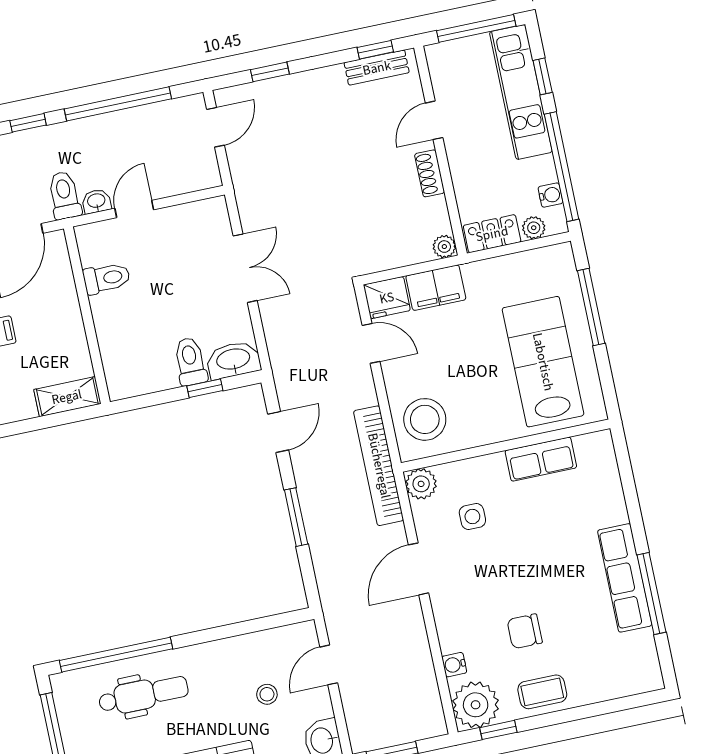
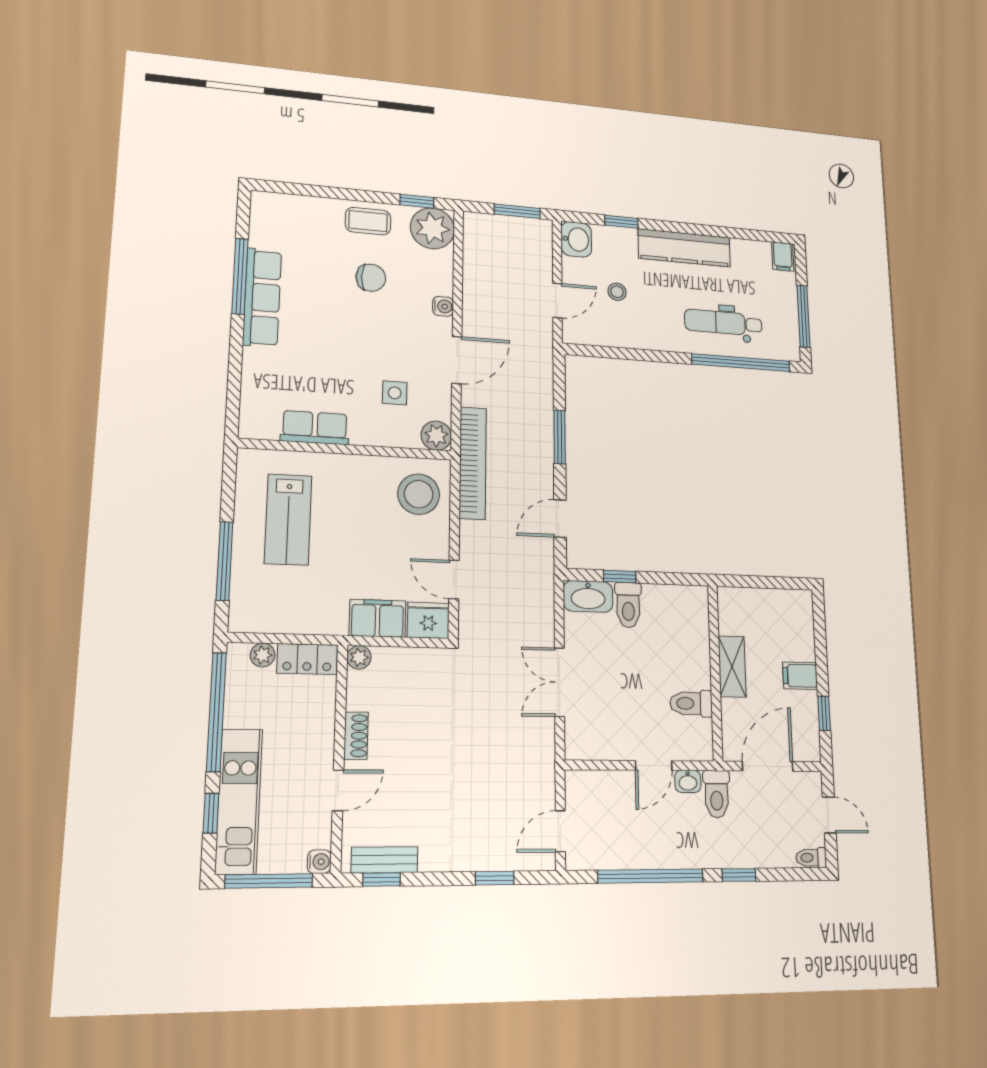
water cooler: (550, 195) -> (319, 862), moved, turned 180
lab bench: (543, 362) -> (288, 519), width x0.73, depth x0.72
shelving: (67, 397) -> (732, 667), moved, turned 90
water cooler: (454, 665) -> (443, 306), moved

